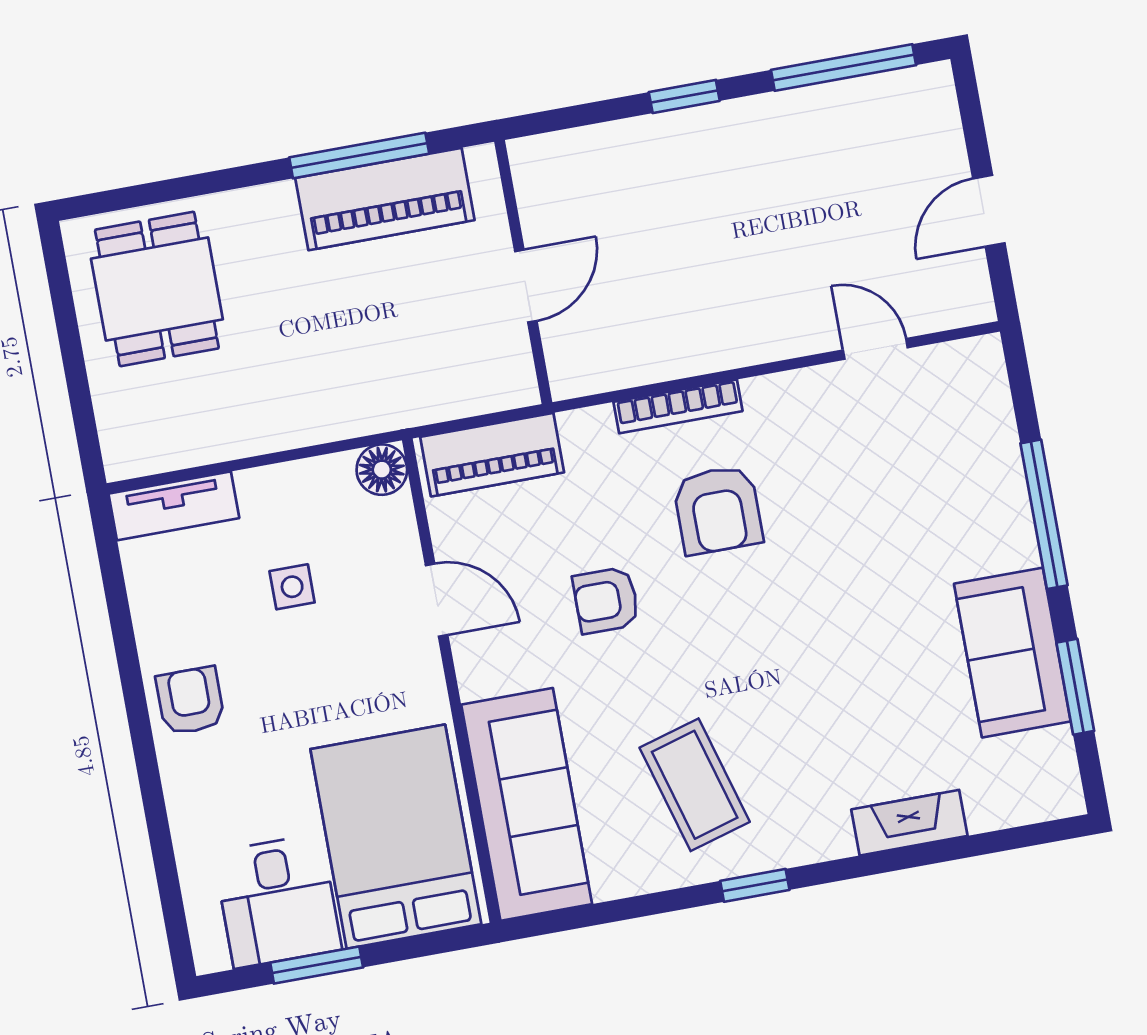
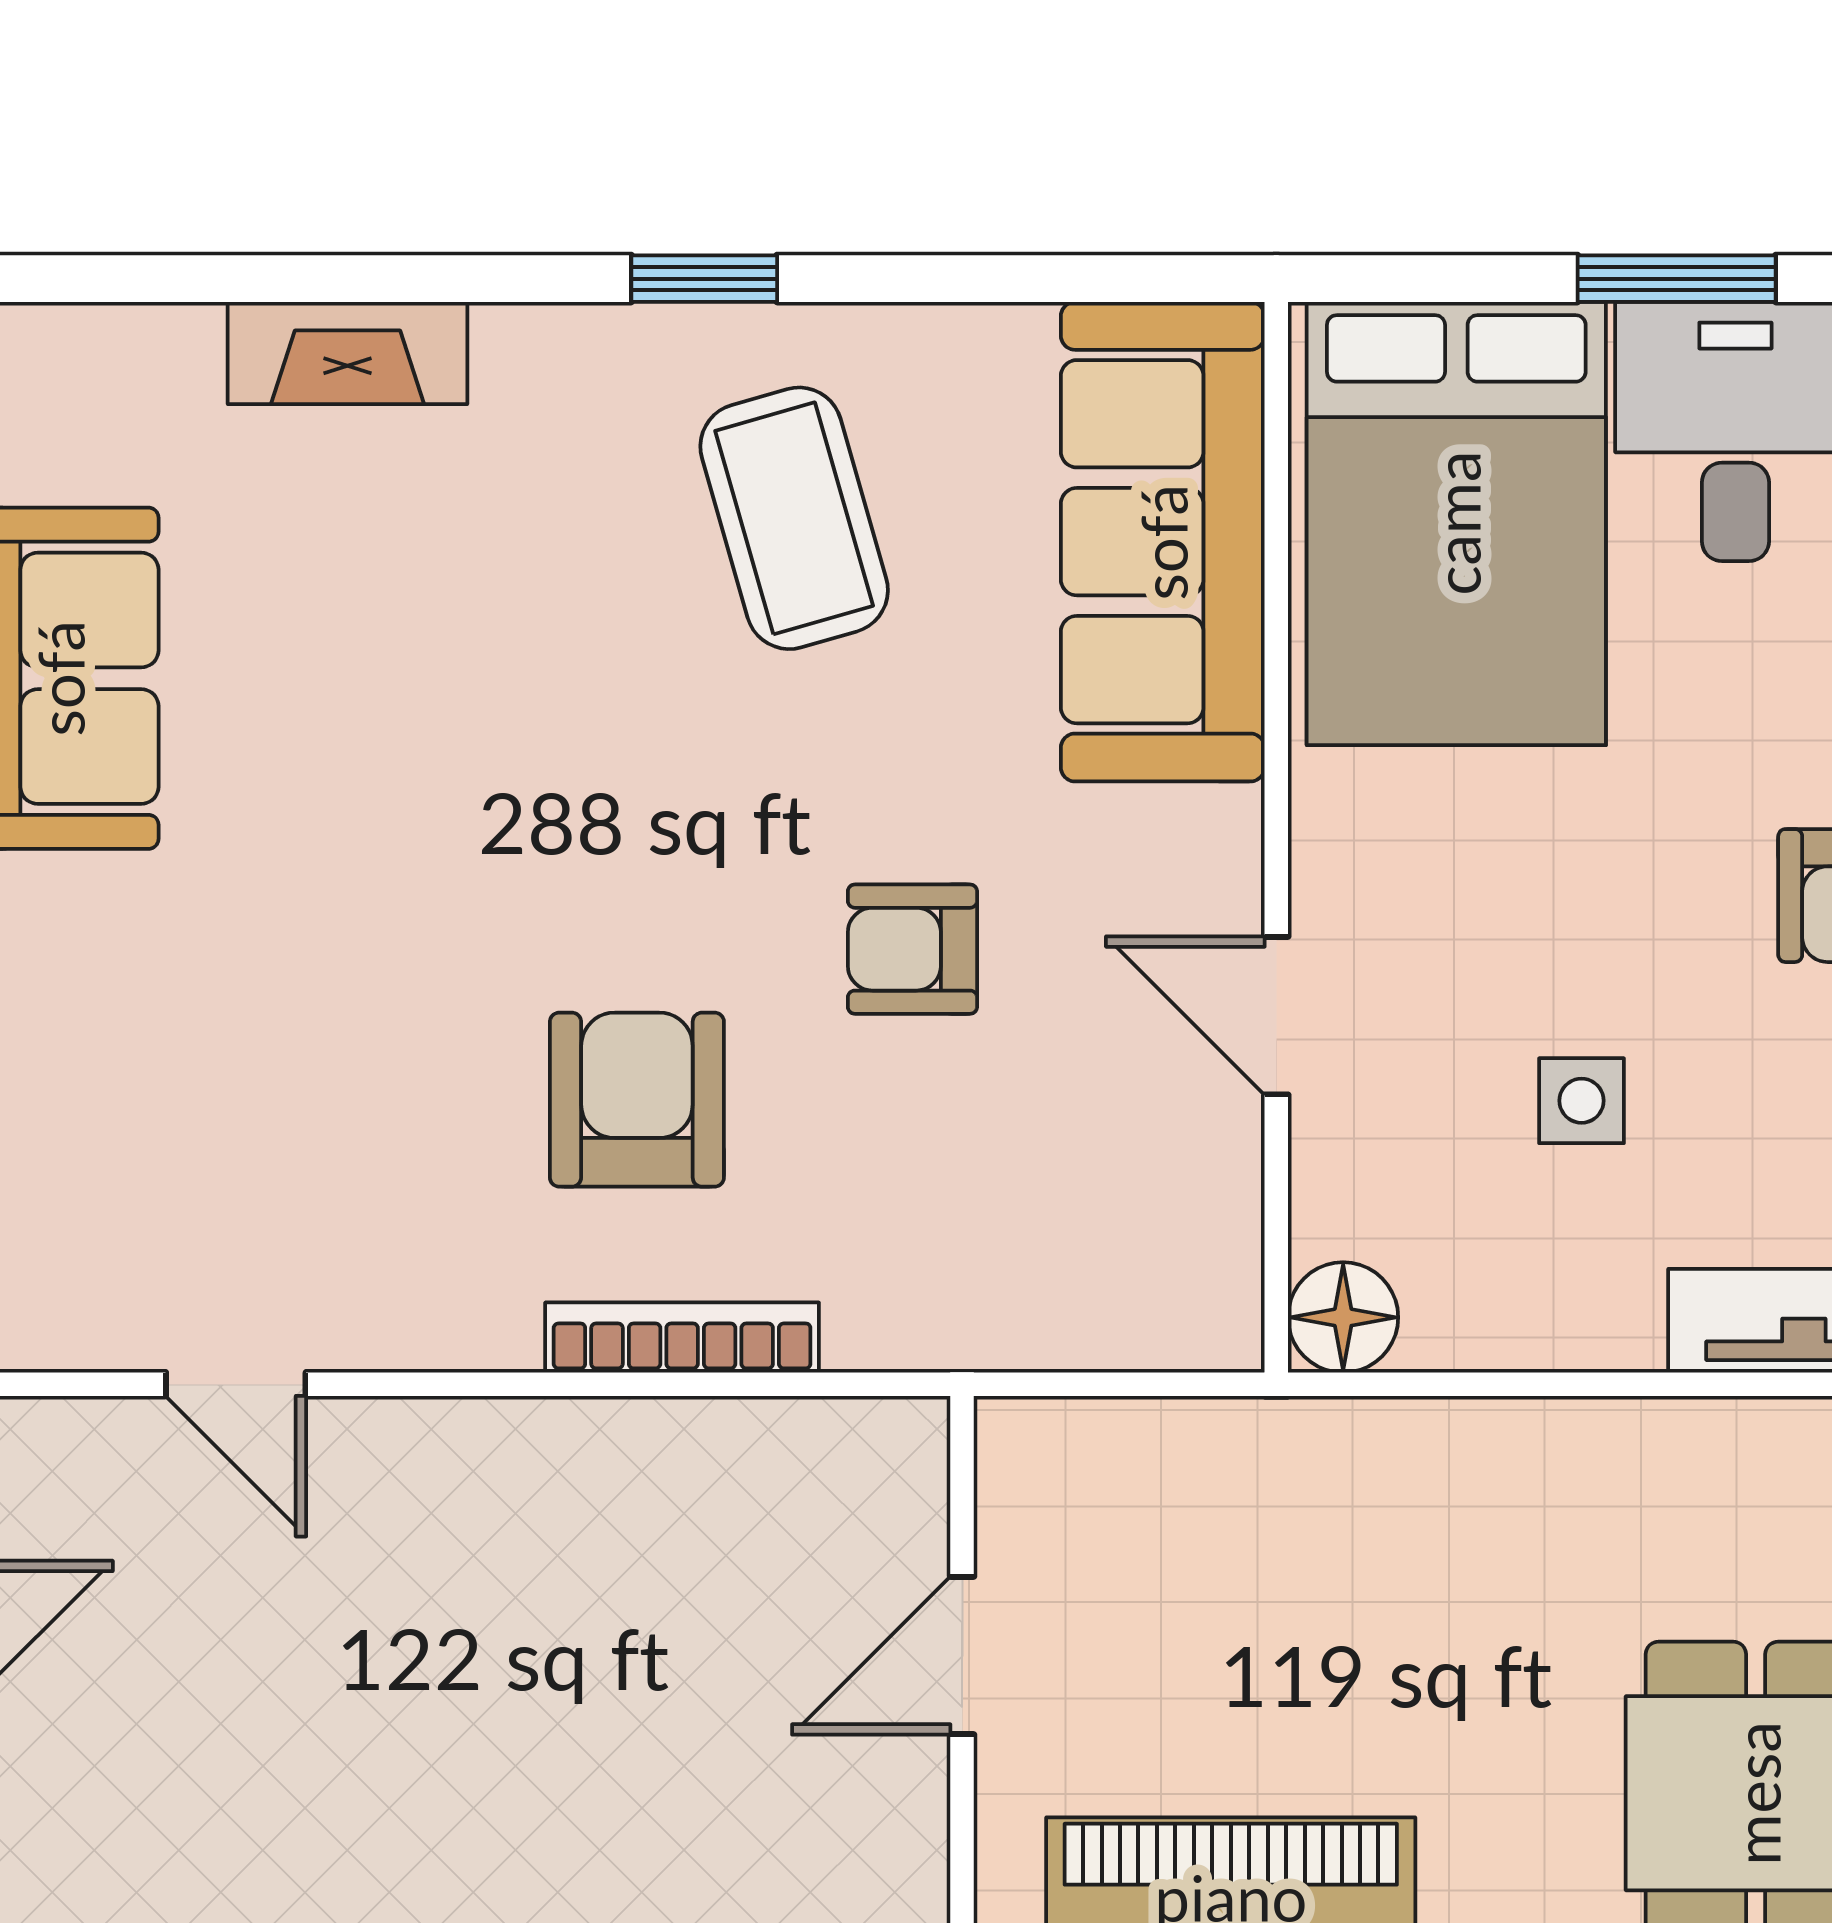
piano: (492, 455) -> (1100, 1306), removed
armchair: (606, 600) -> (912, 949), turned 180

